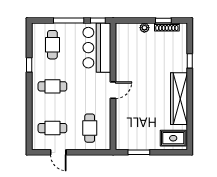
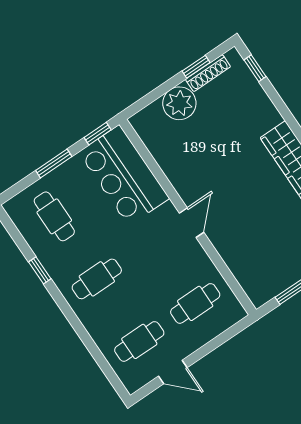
window: (69, 20) -> (54, 163), width x0.69
plant: (144, 28) -> (179, 103), width x1.88, depth x1.88
window: (190, 61) -> (255, 68), moved
cafe table: (90, 128) -> (195, 303), turned 90

